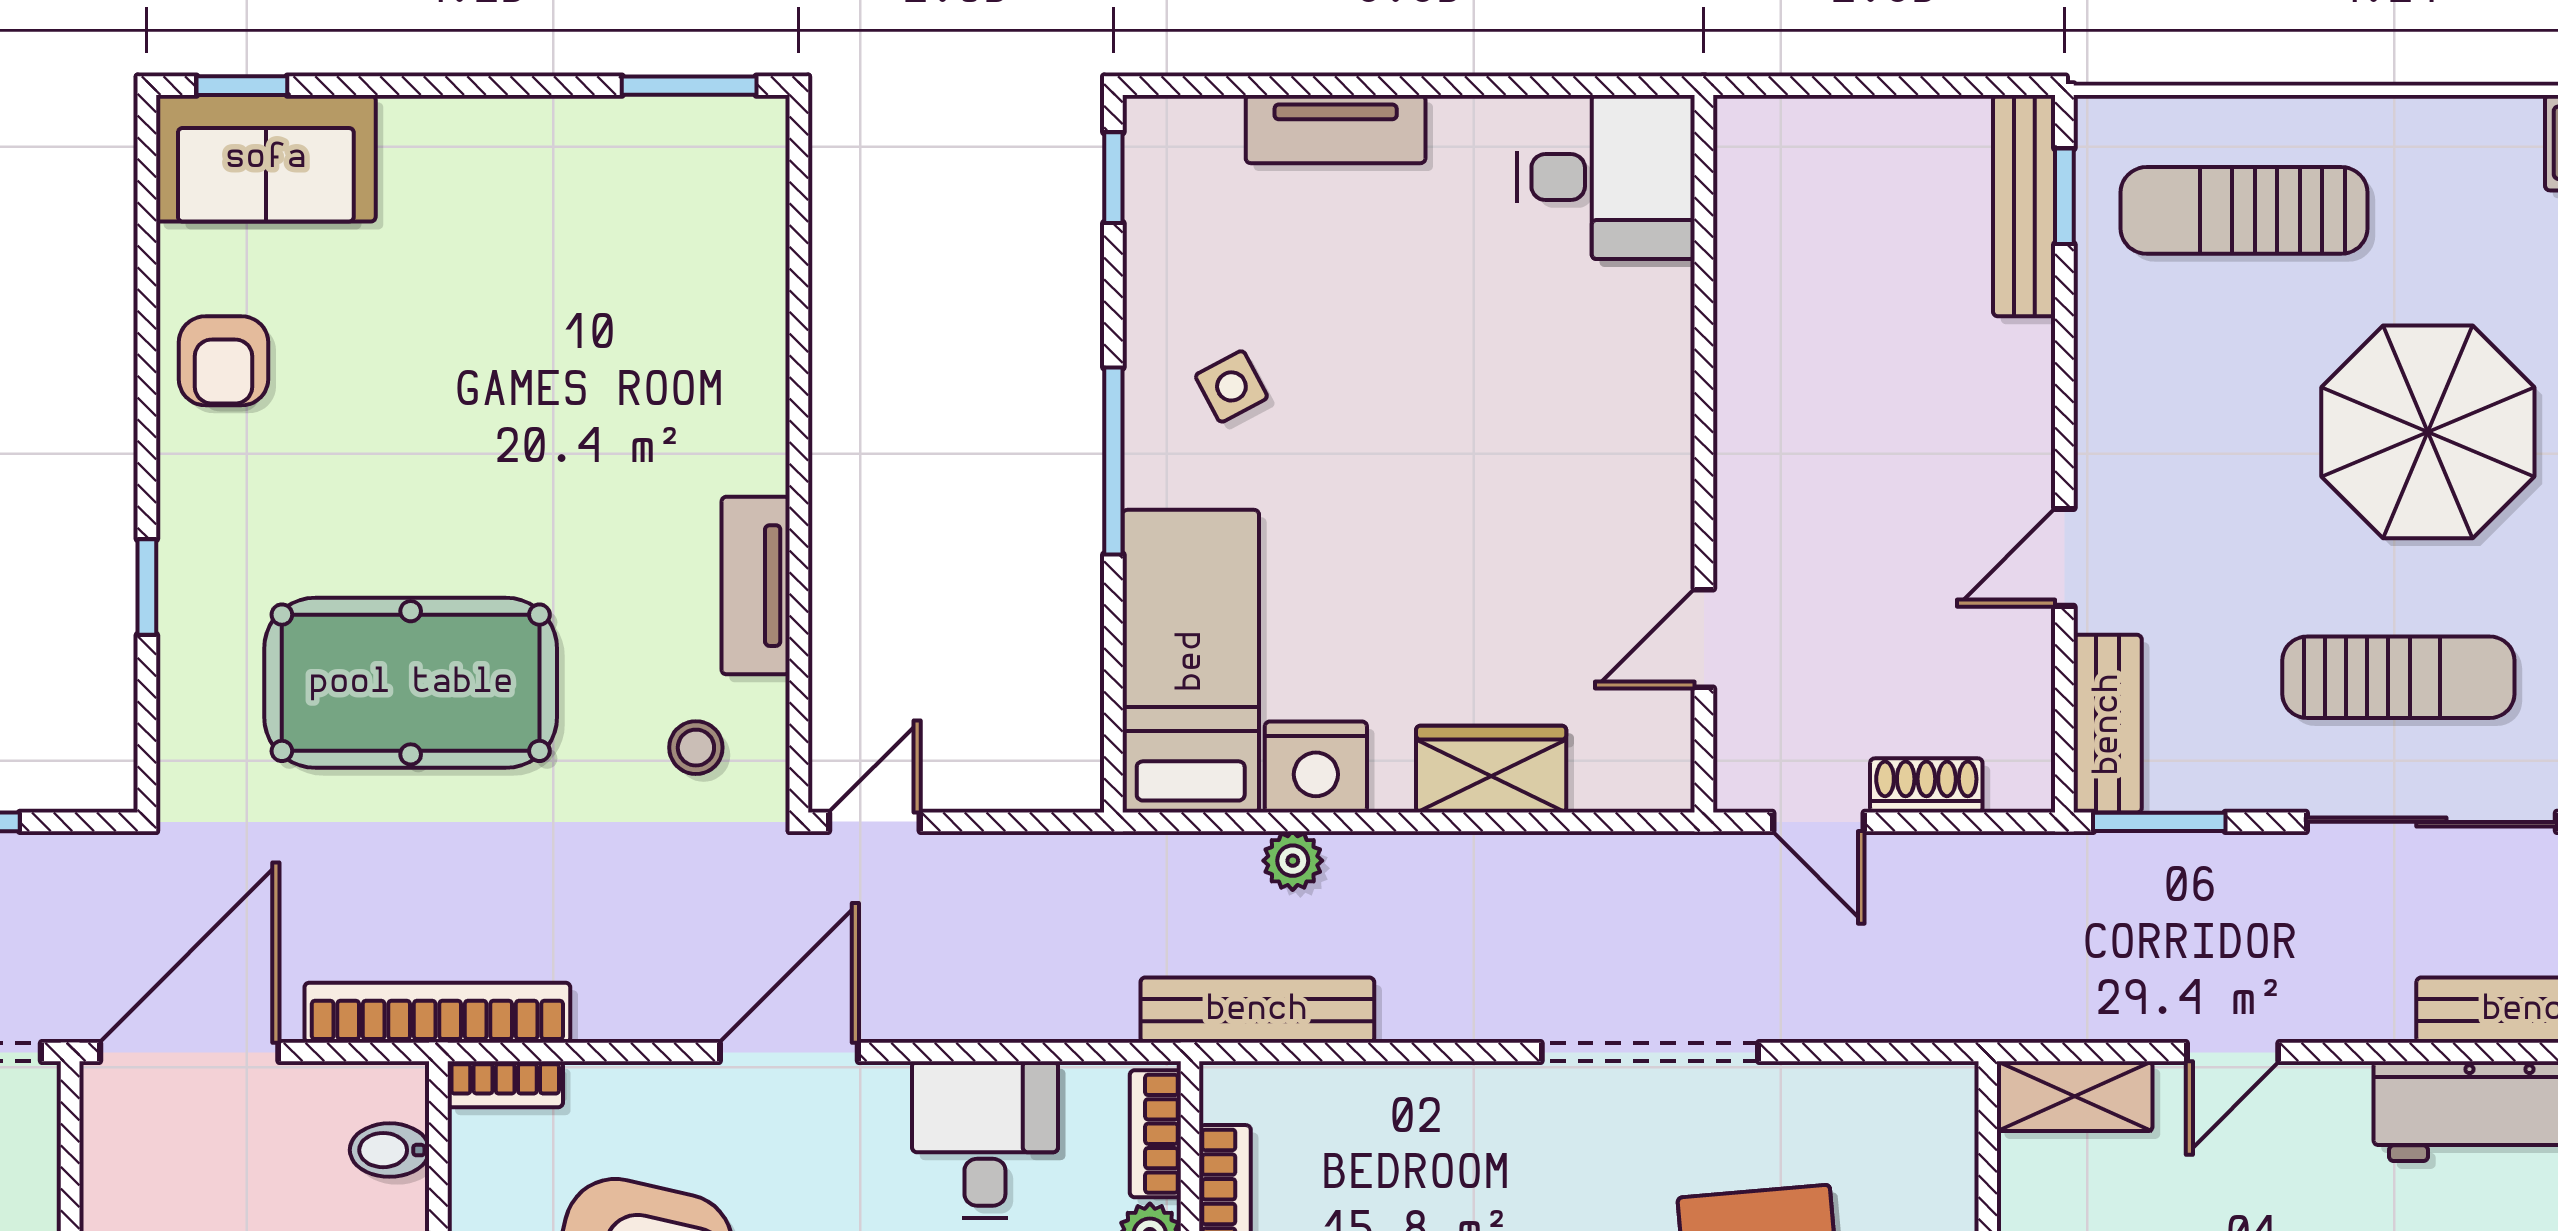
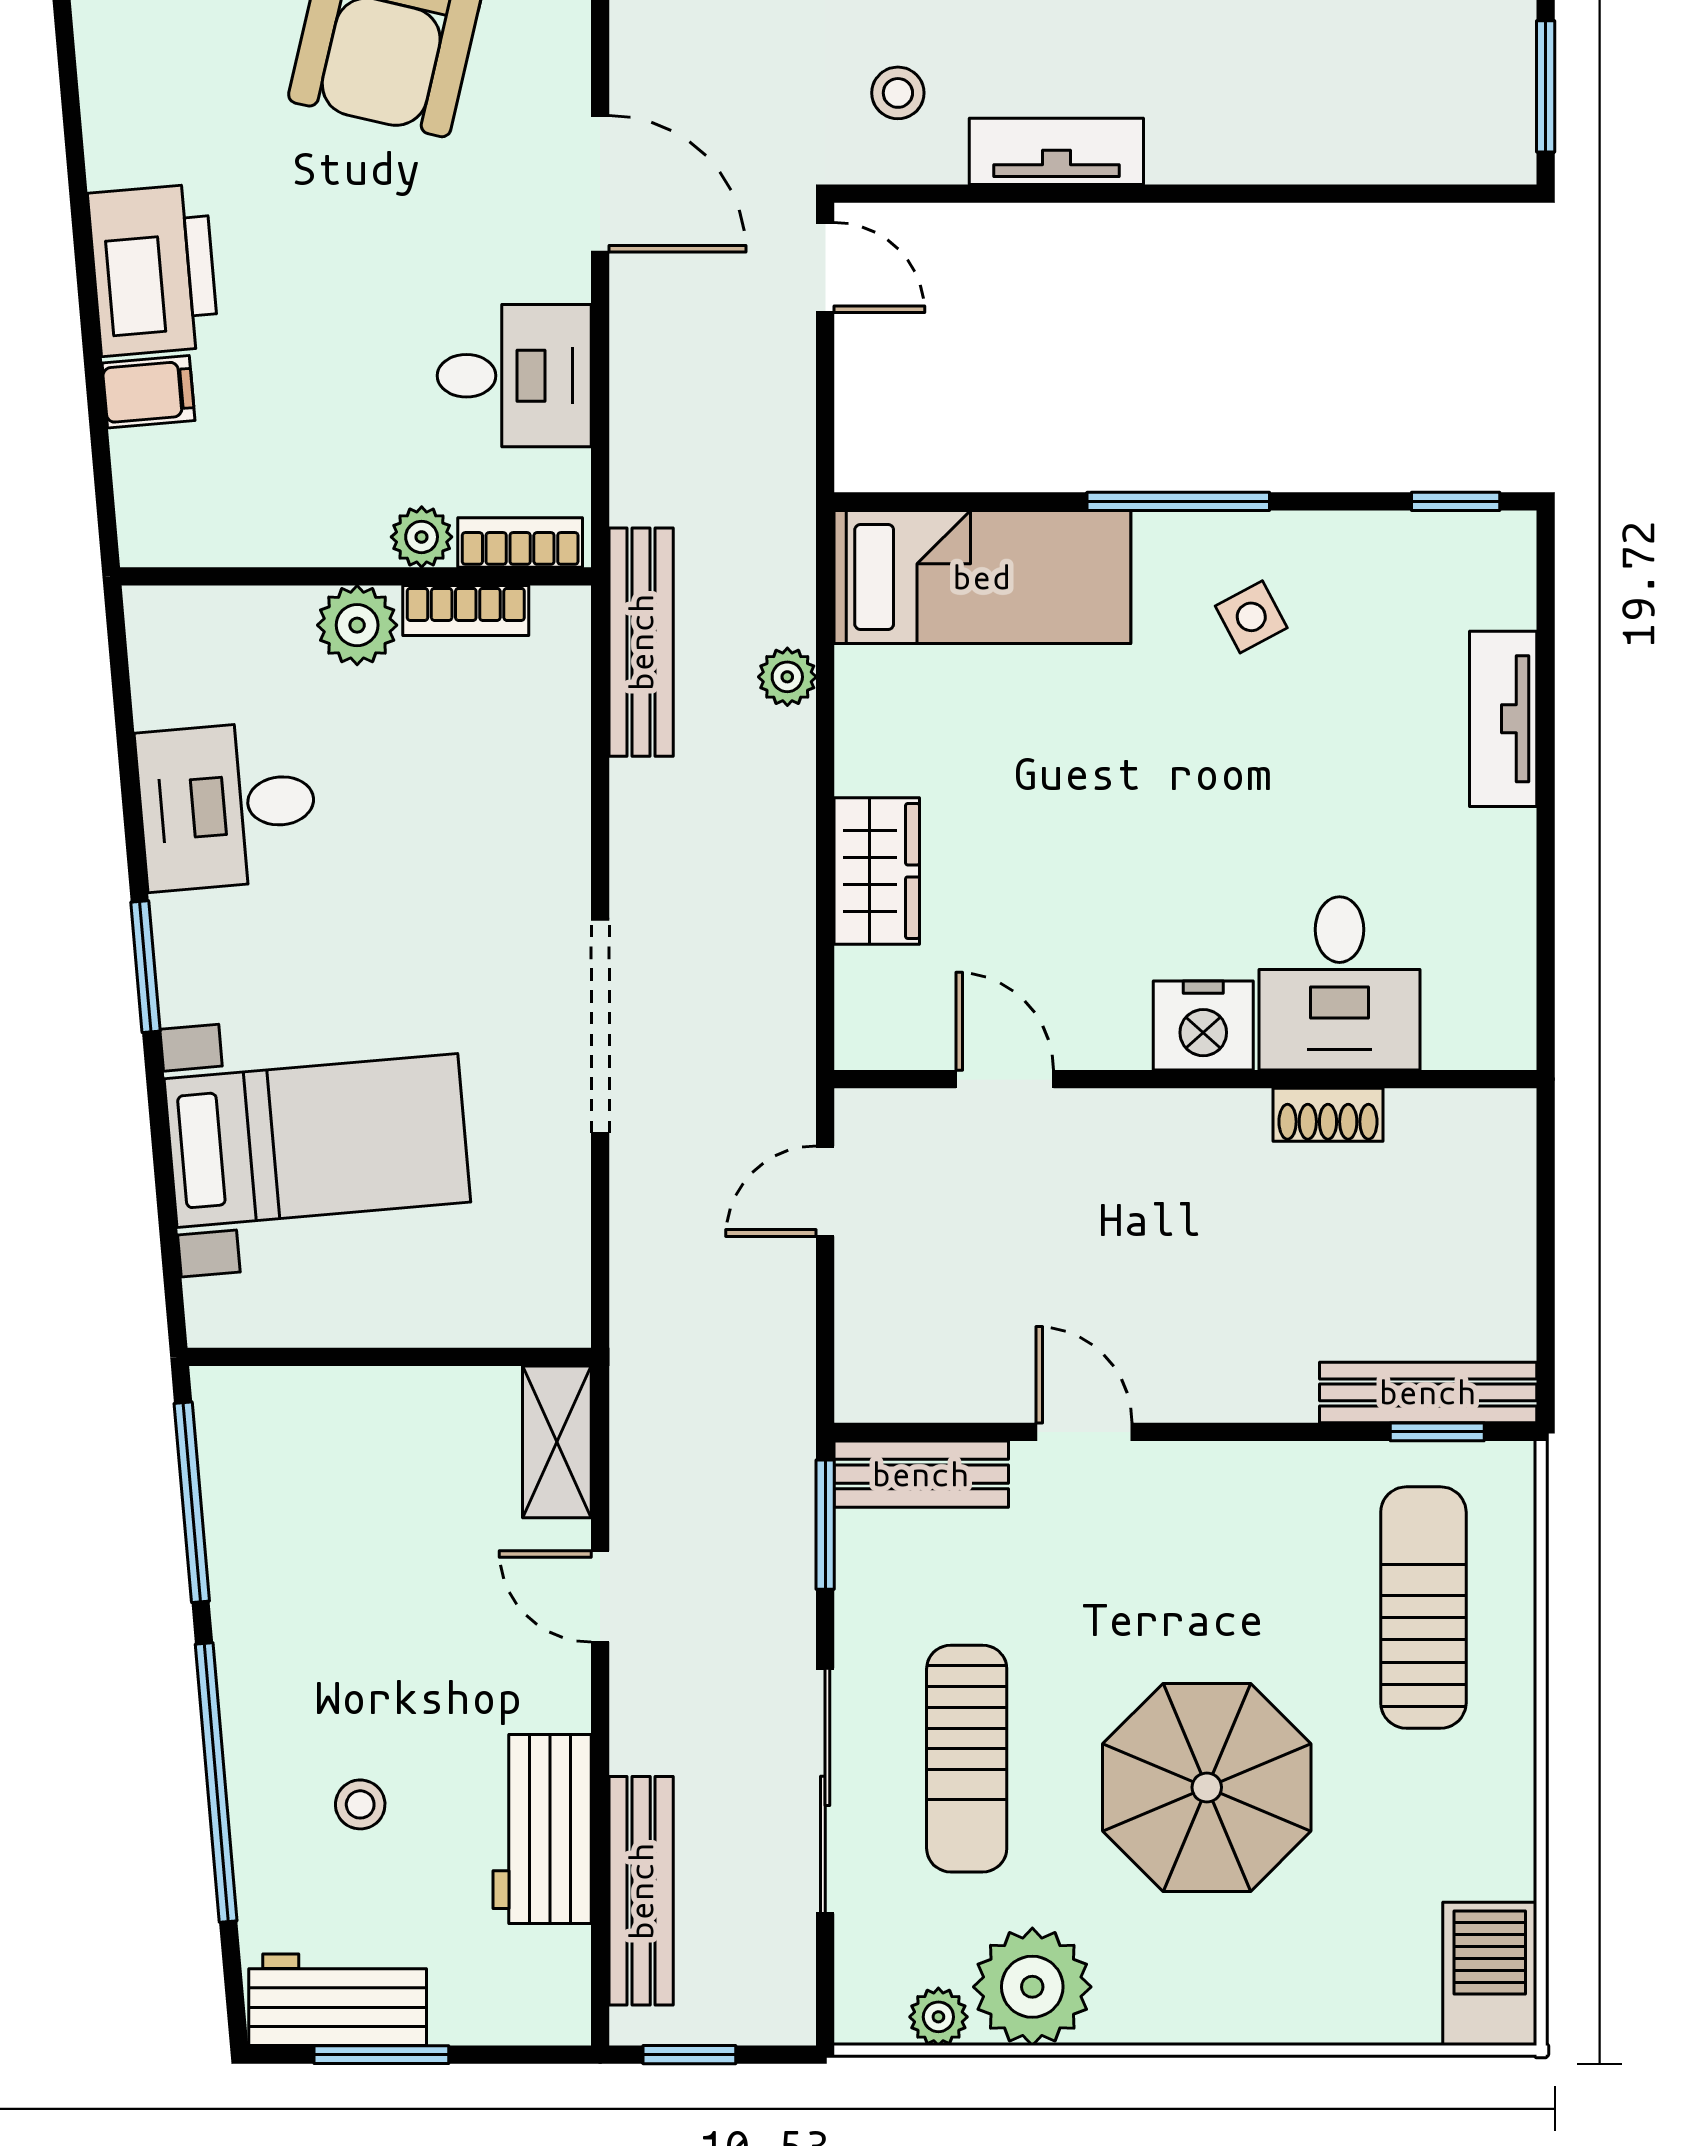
desk: (1606, 177) -> (1339, 983), moved
nightstand: (1316, 767) -> (1203, 1025), moved, turned -90
shoe rack: (1926, 785) -> (1328, 1115), moved, turned 90

